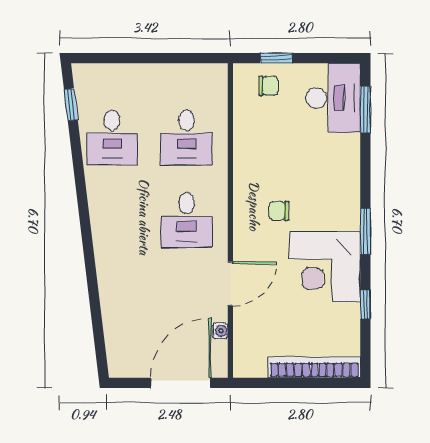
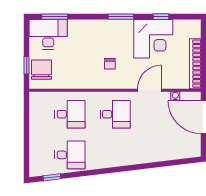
chair: (268, 86) -> (42, 70), width x1.87, depth x1.87
corner desk: (325, 266) -> (153, 39), moved
door: (230, 284) -> (150, 90), hinge flipped
bookcase: (314, 367) -> (195, 64), moved

